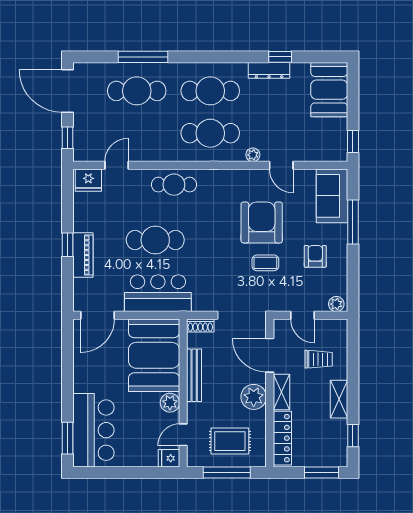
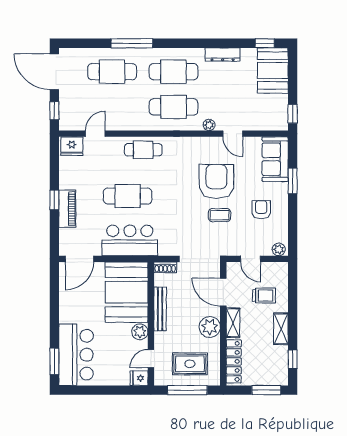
window: (143, 57) -> (132, 43), moved
window: (280, 57) -> (265, 43), moved
window: (353, 222) -> (293, 181), width x0.69

